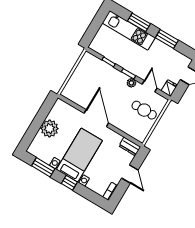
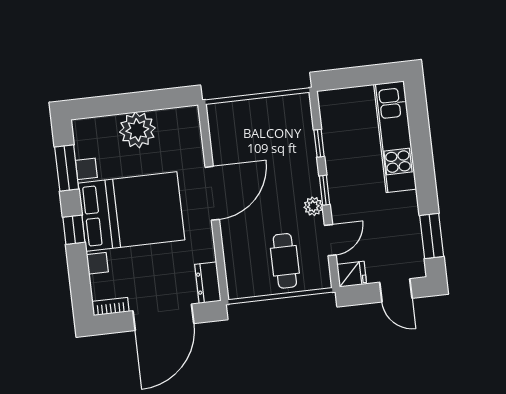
window: (139, 22) -> (421, 144), removed
window: (167, 39) -> (432, 236), moved
bed with nightstands: (79, 155) -> (131, 211), width x1.36
door: (130, 174) -> (163, 317), width x1.88

